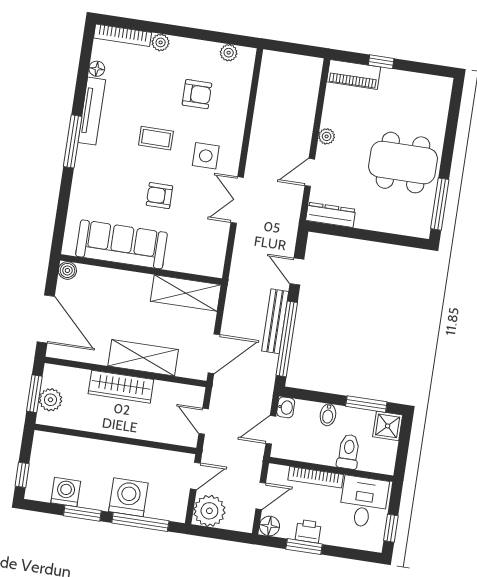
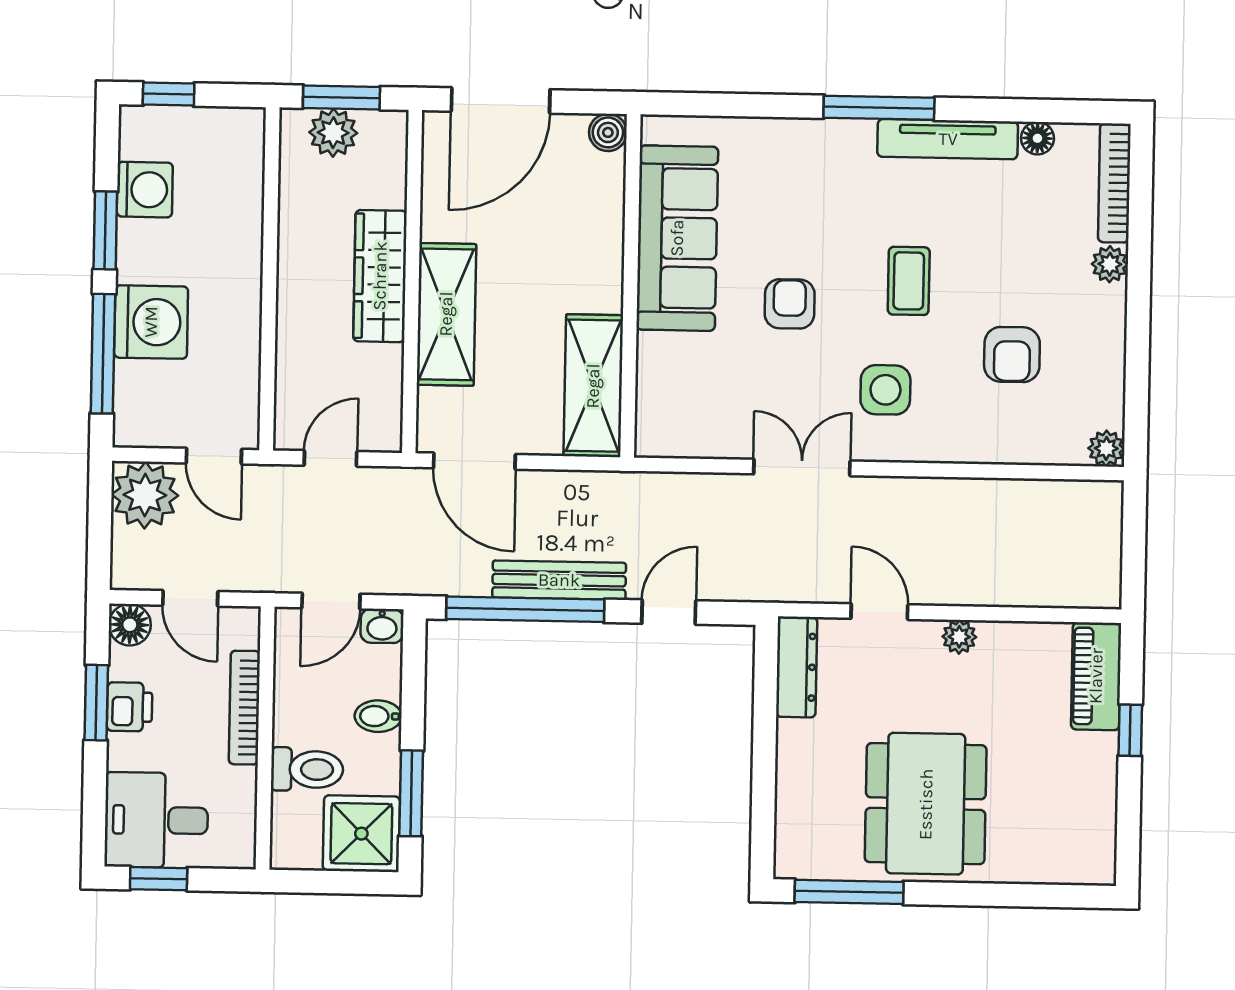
plant: (229, 53) -> (1106, 448), moved
shower: (388, 426) -> (361, 834), width x1.36, depth x1.36
door: (271, 430) -> (331, 601), swing flipped
desk: (364, 502) -> (156, 820), moved, turned 180

